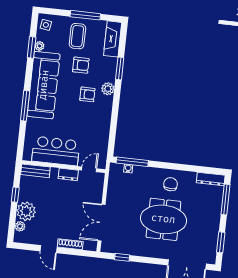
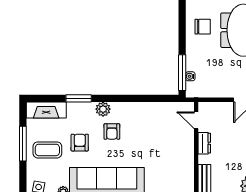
armchair: (87, 94) -> (112, 131), turned 180
bar counter: (56, 151) -> (180, 160), removed
chair: (171, 184) -> (203, 27), turned 180

